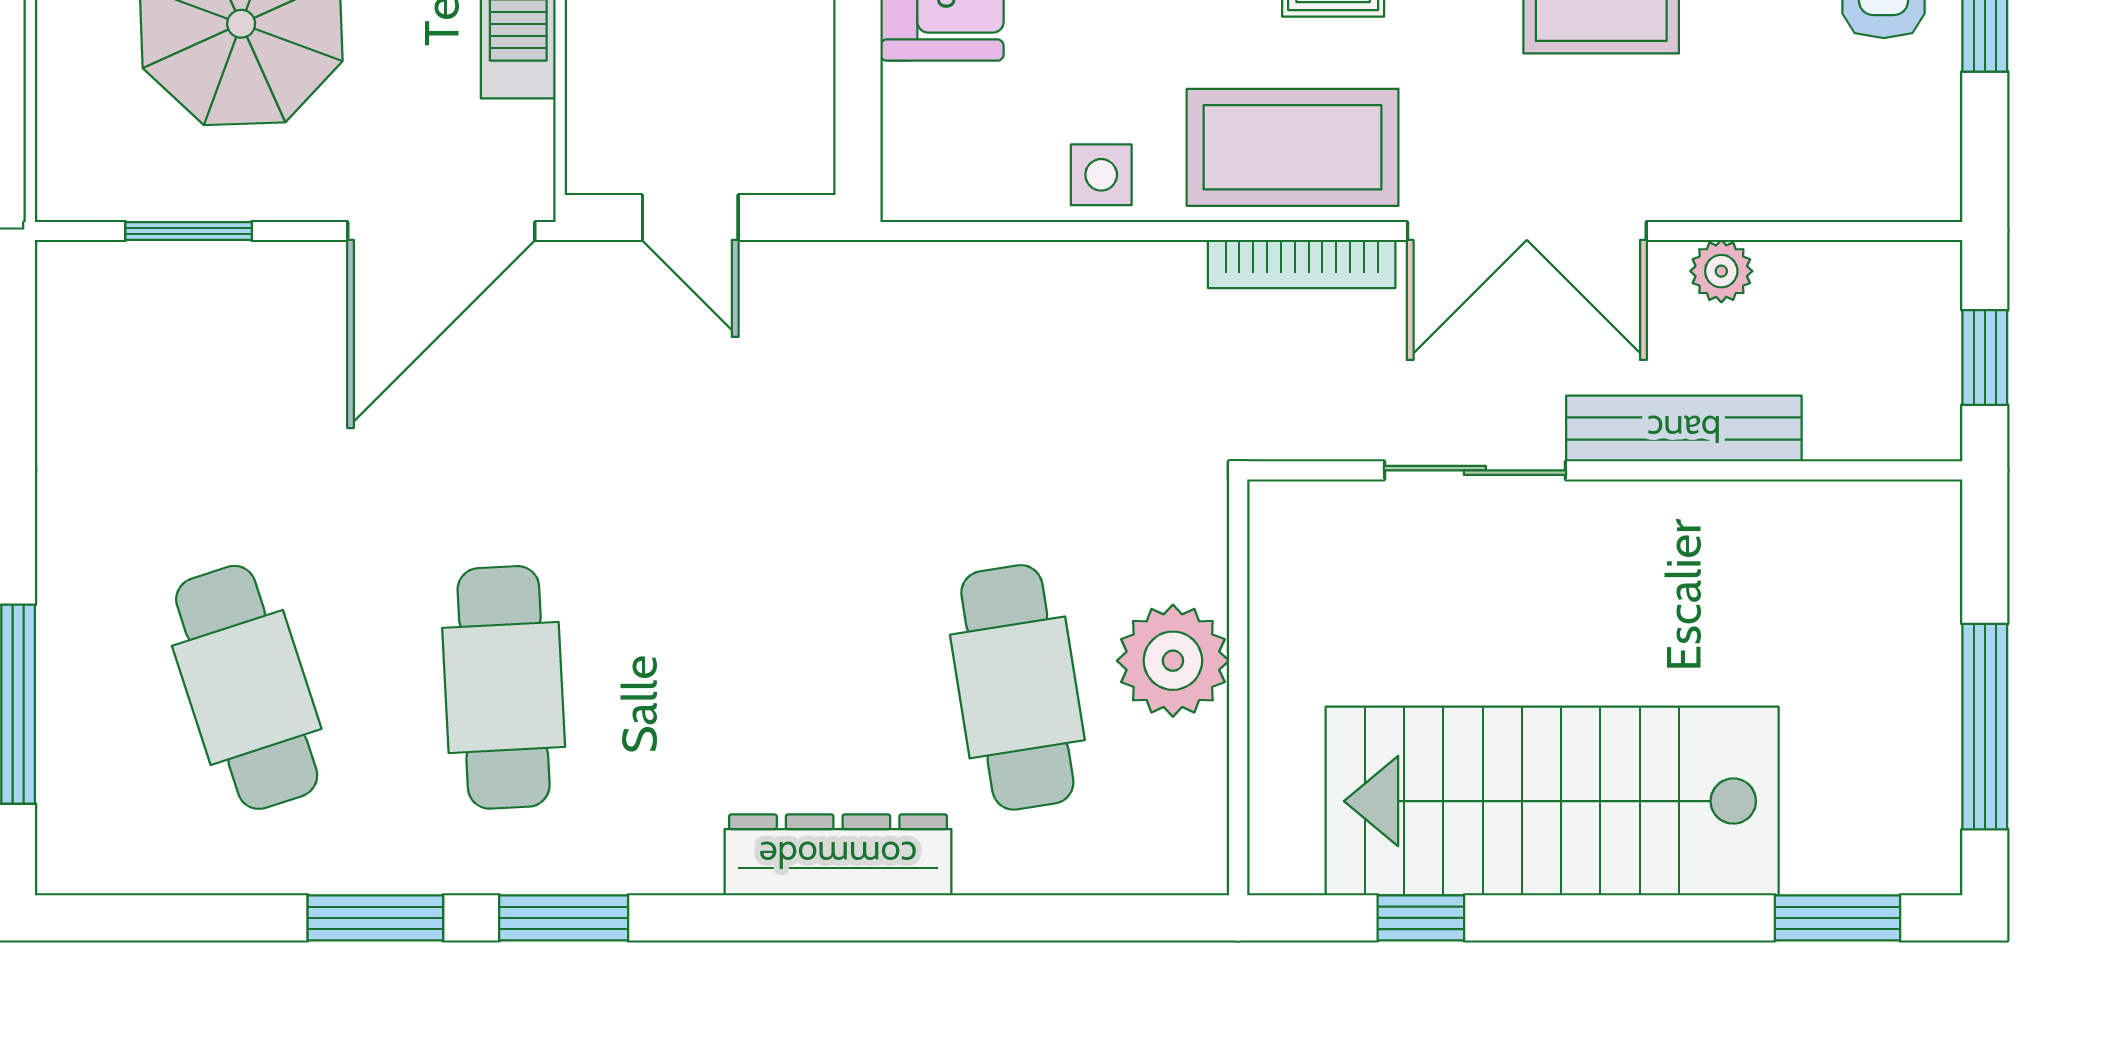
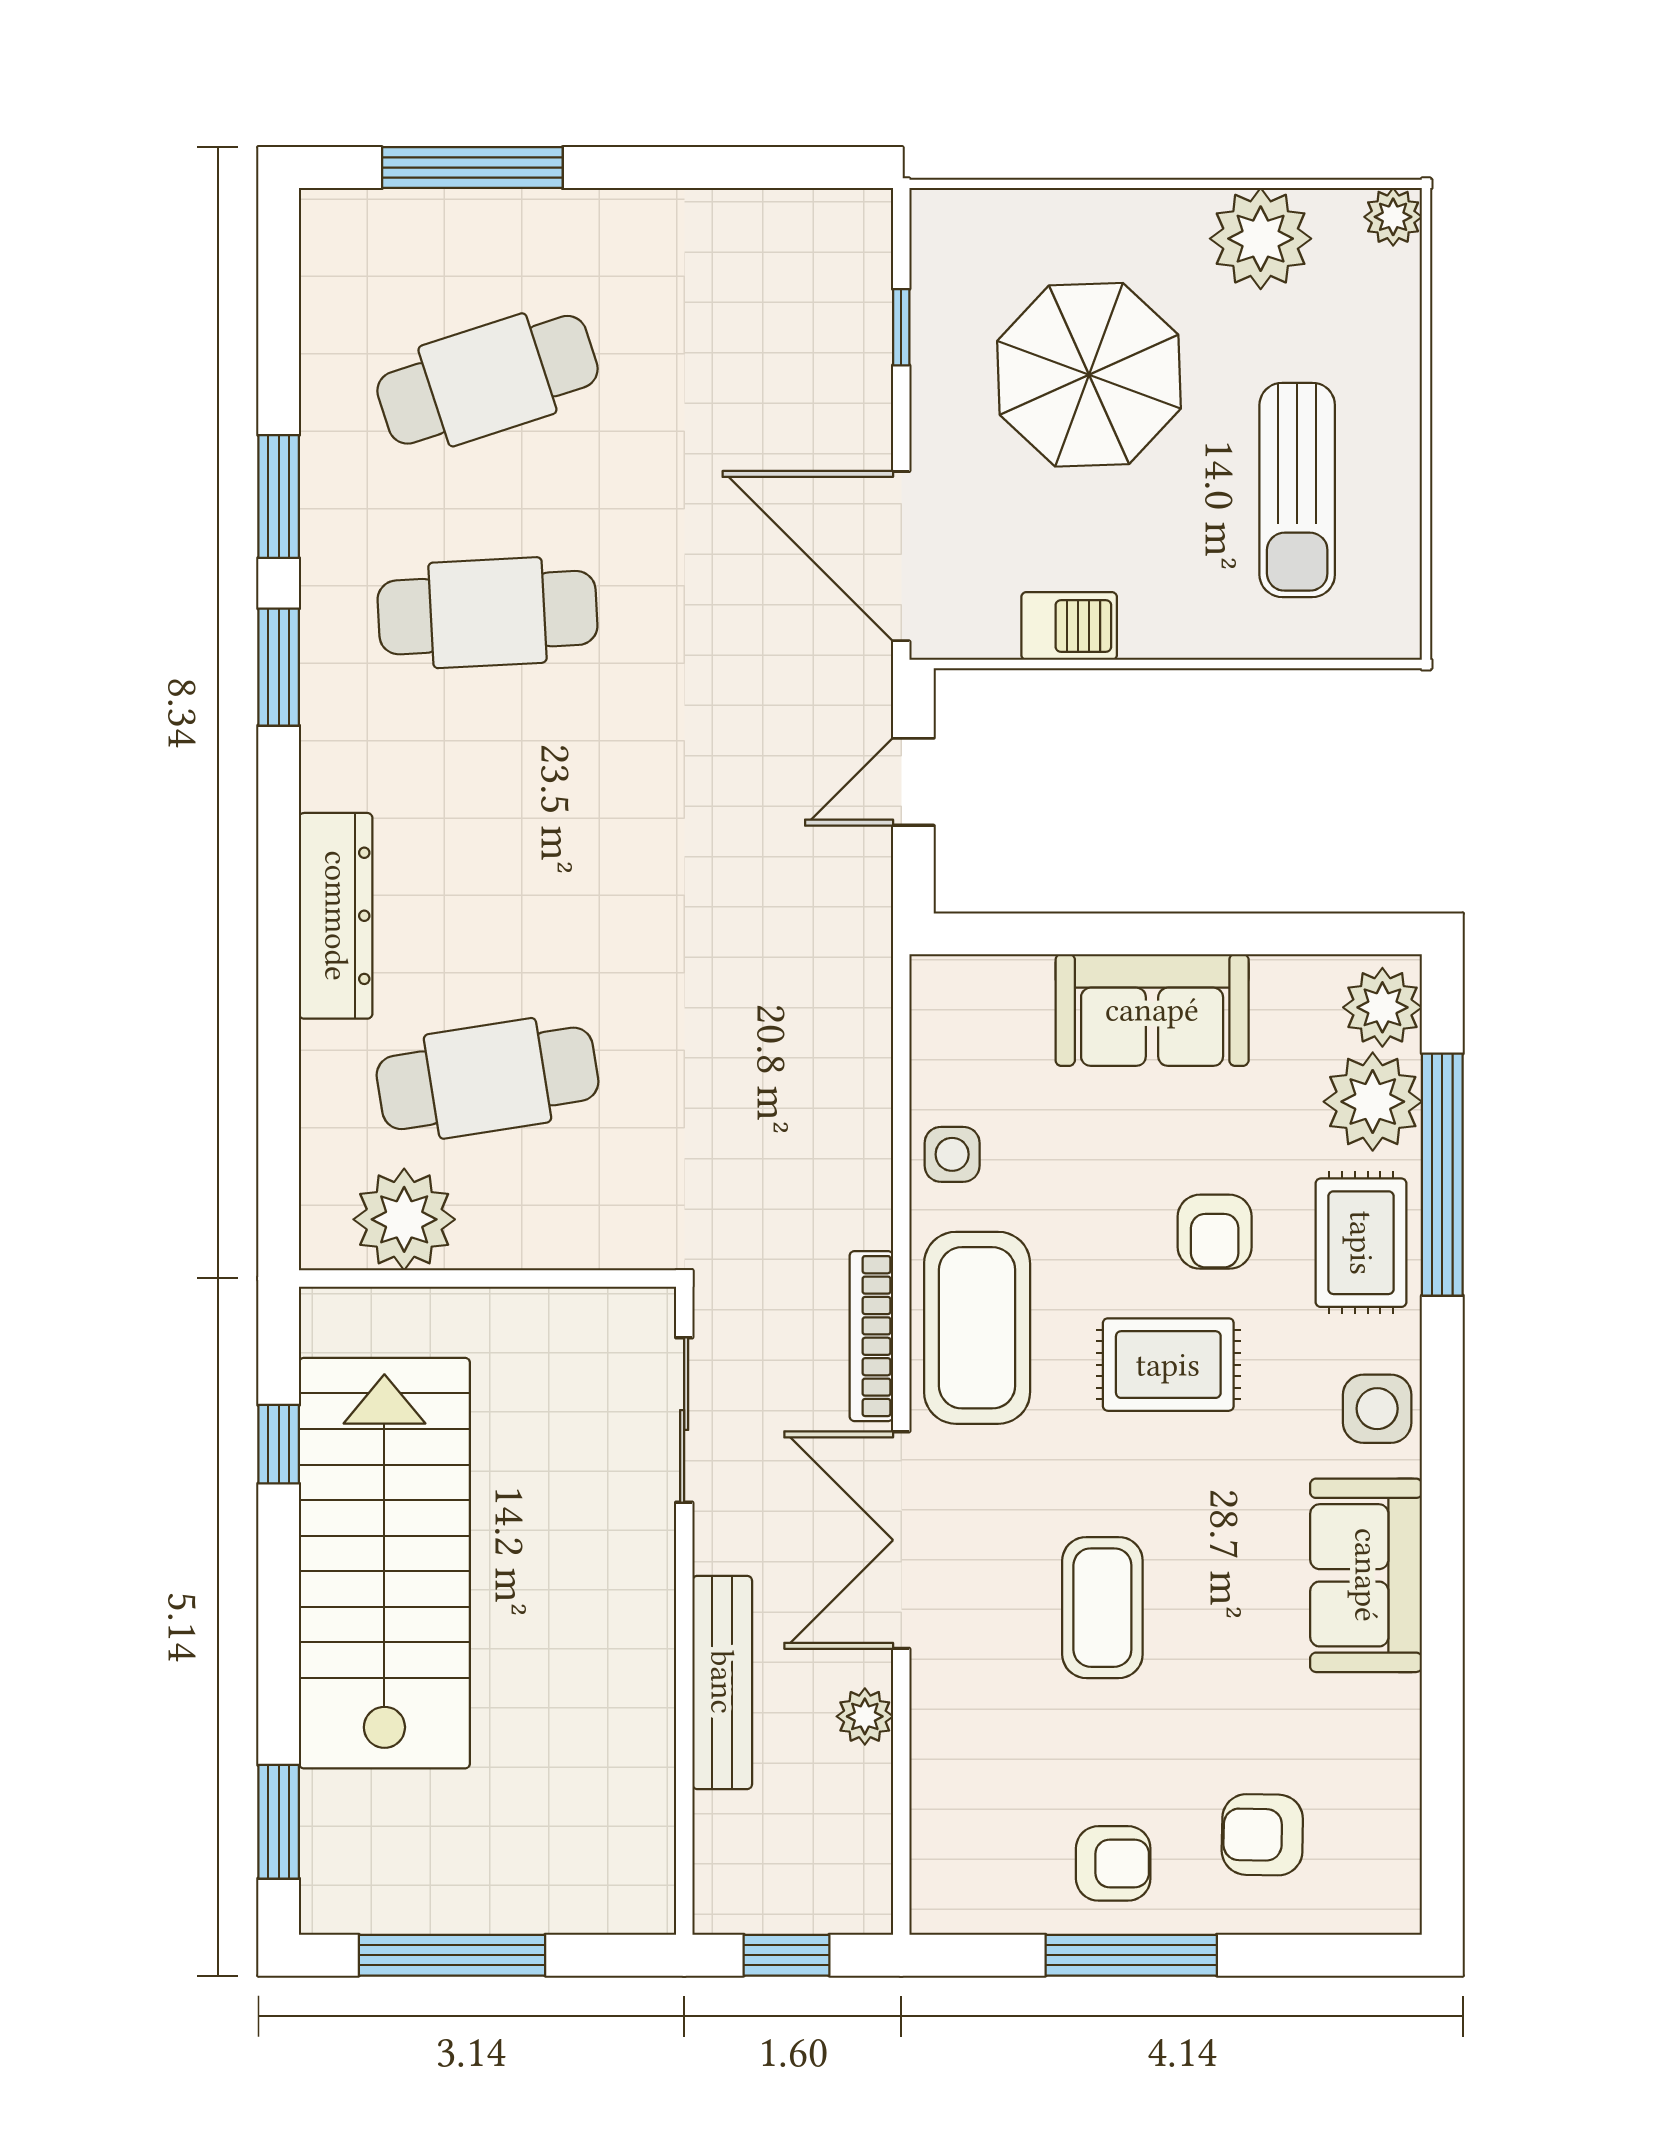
window: (189, 231) -> (901, 327), width x0.67
sliding door: (1475, 470) -> (684, 1420), moved
plant: (1173, 661) -> (404, 1219), moved

